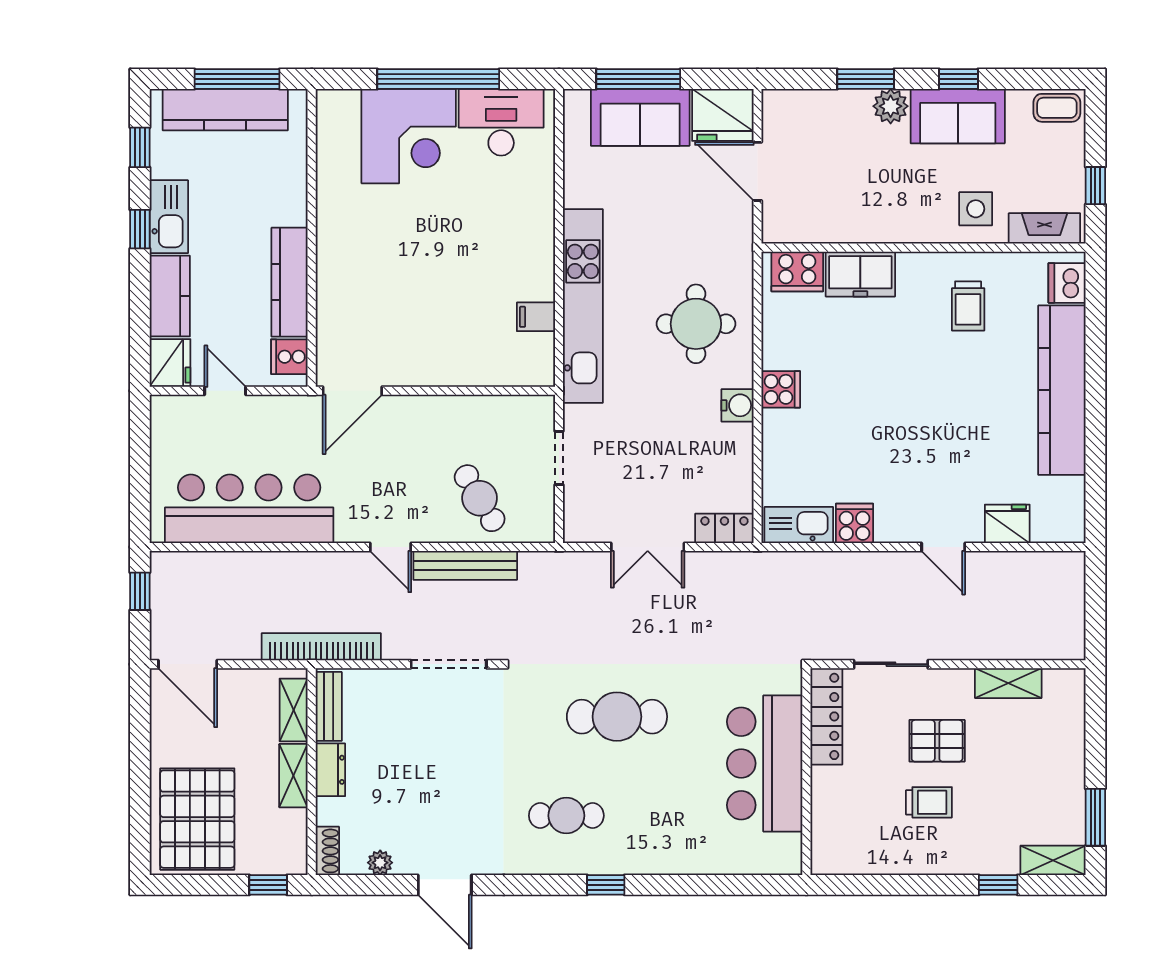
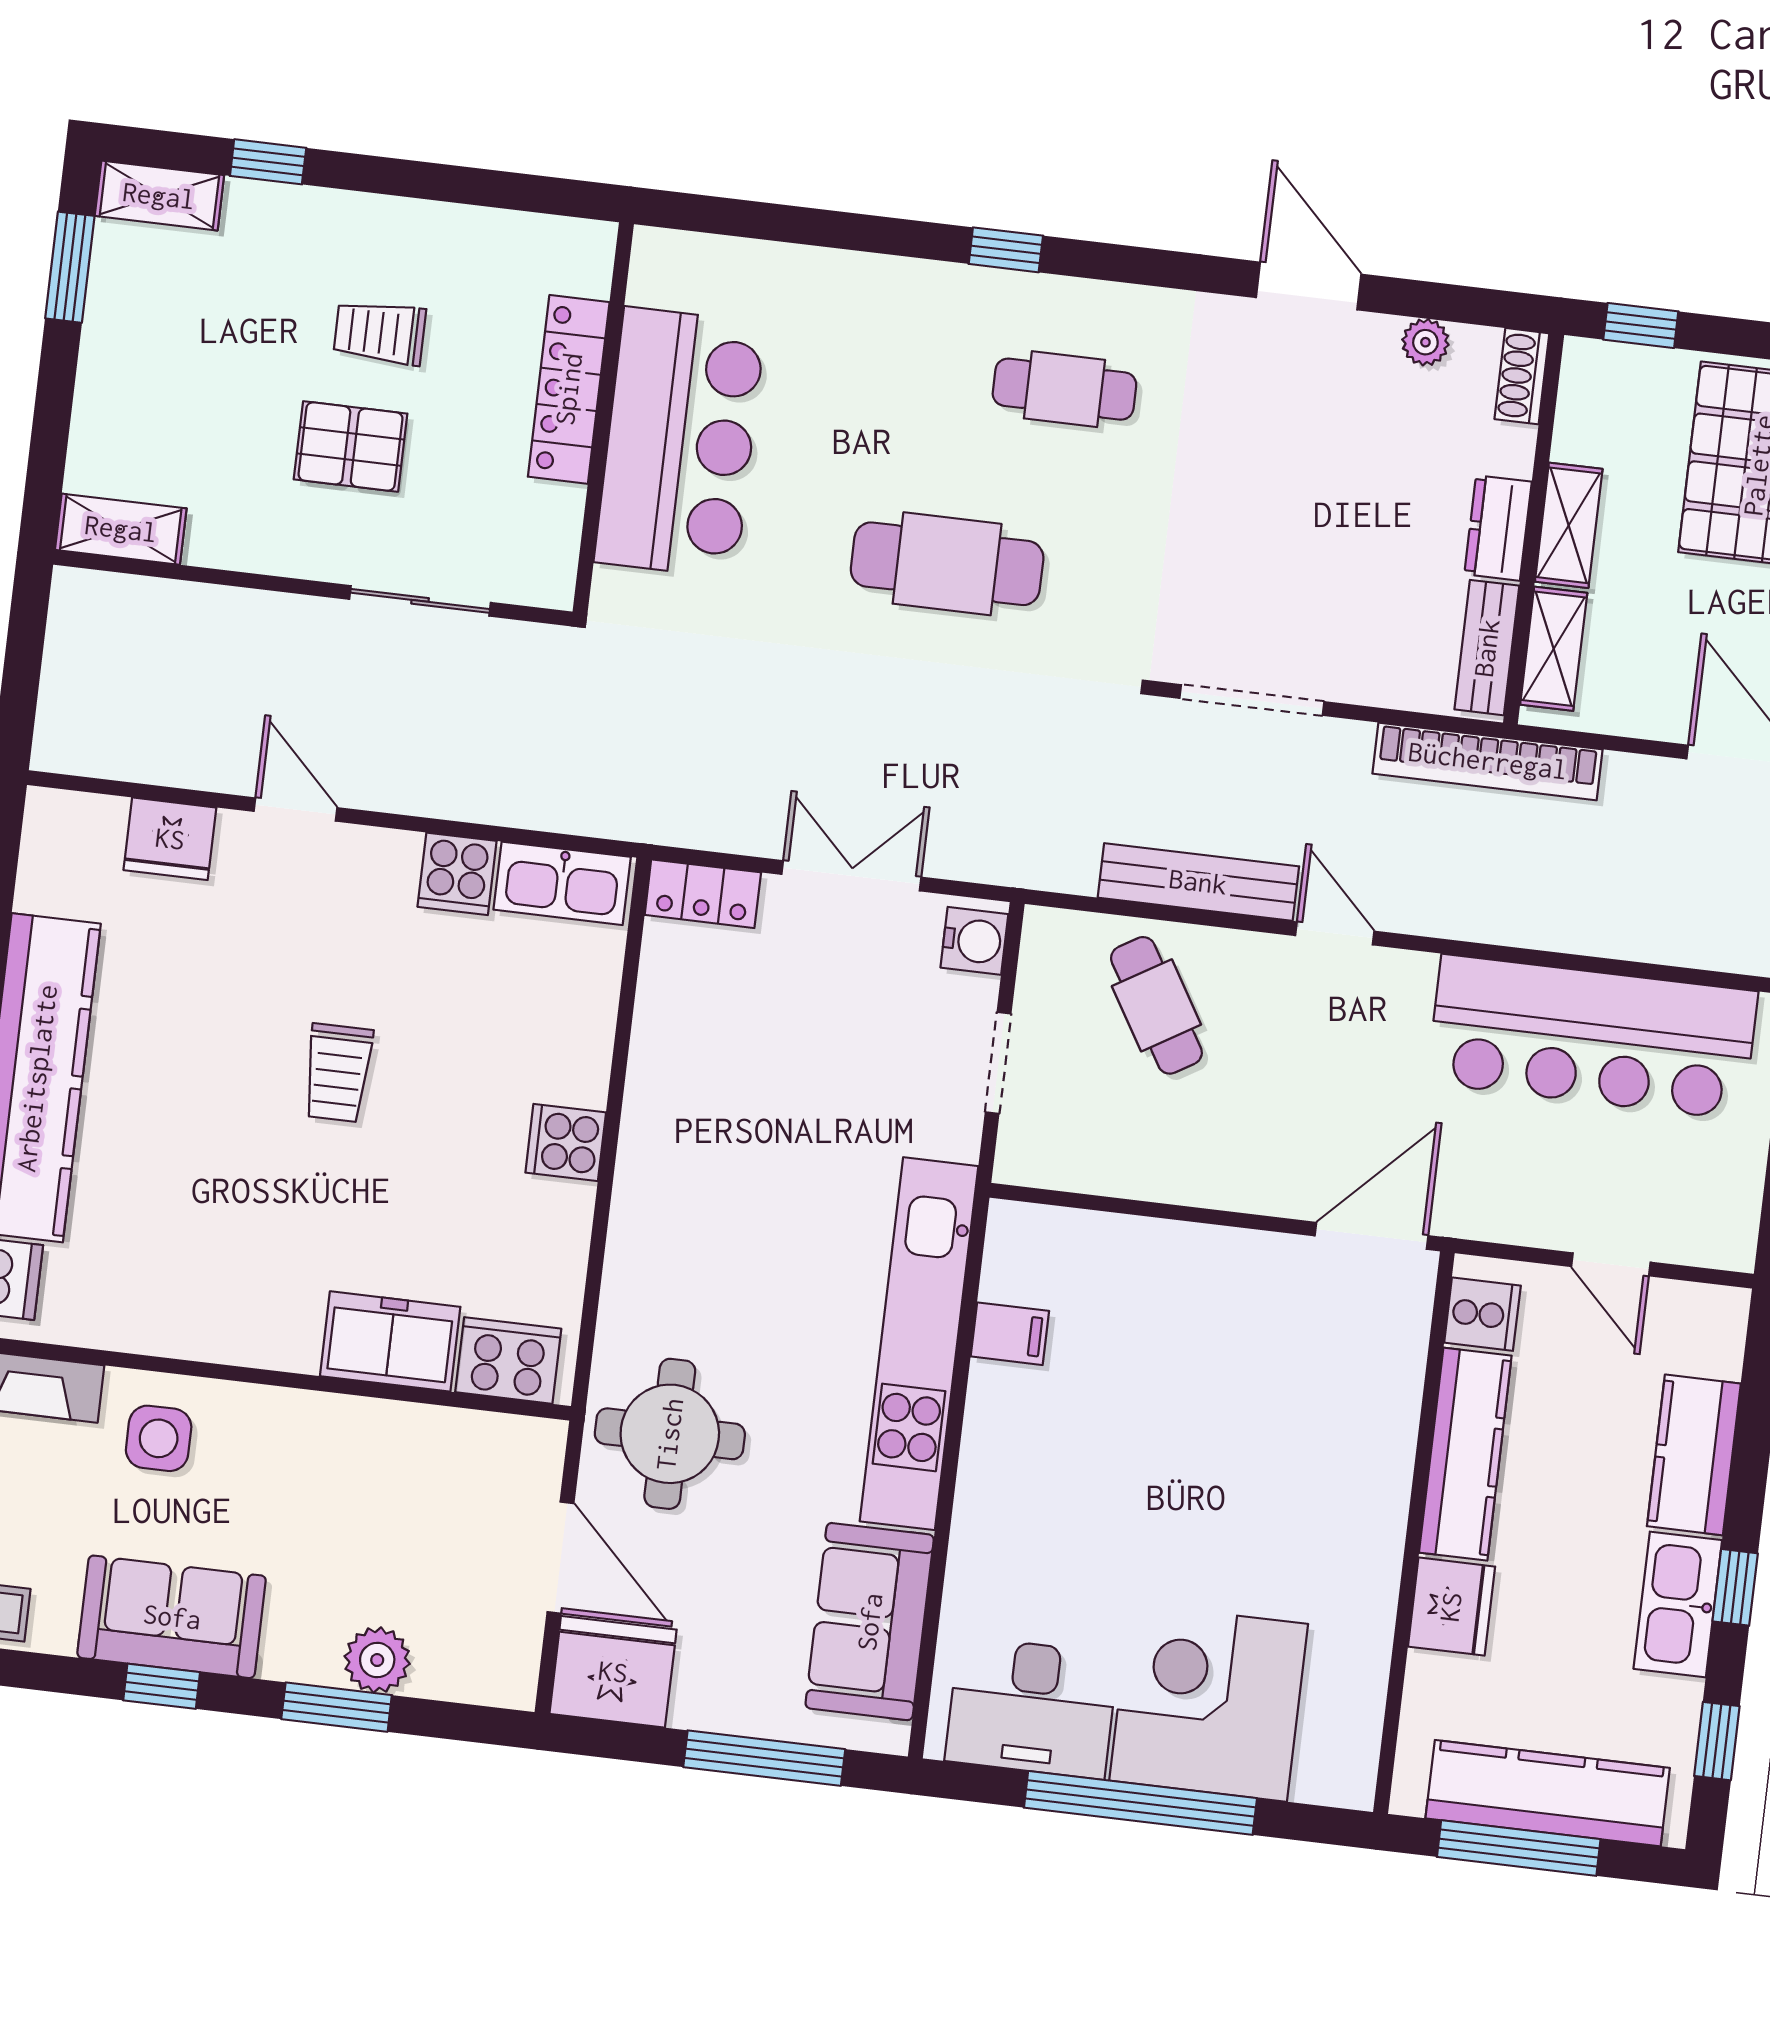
plant: (891, 106) -> (377, 1660), moved
sofa: (640, 117) -> (870, 1622), moved, turned -90
trolley: (968, 306) -> (338, 1073), moved, turned 180
round table: (696, 324) -> (670, 1434), moved
fridge: (170, 363) -> (1451, 1607), moved, turned 180
water cooler: (737, 405) -> (974, 941), moved, turned 180
shelving: (1008, 683) -> (121, 529), moved
locker: (826, 716) -> (569, 389), moved

